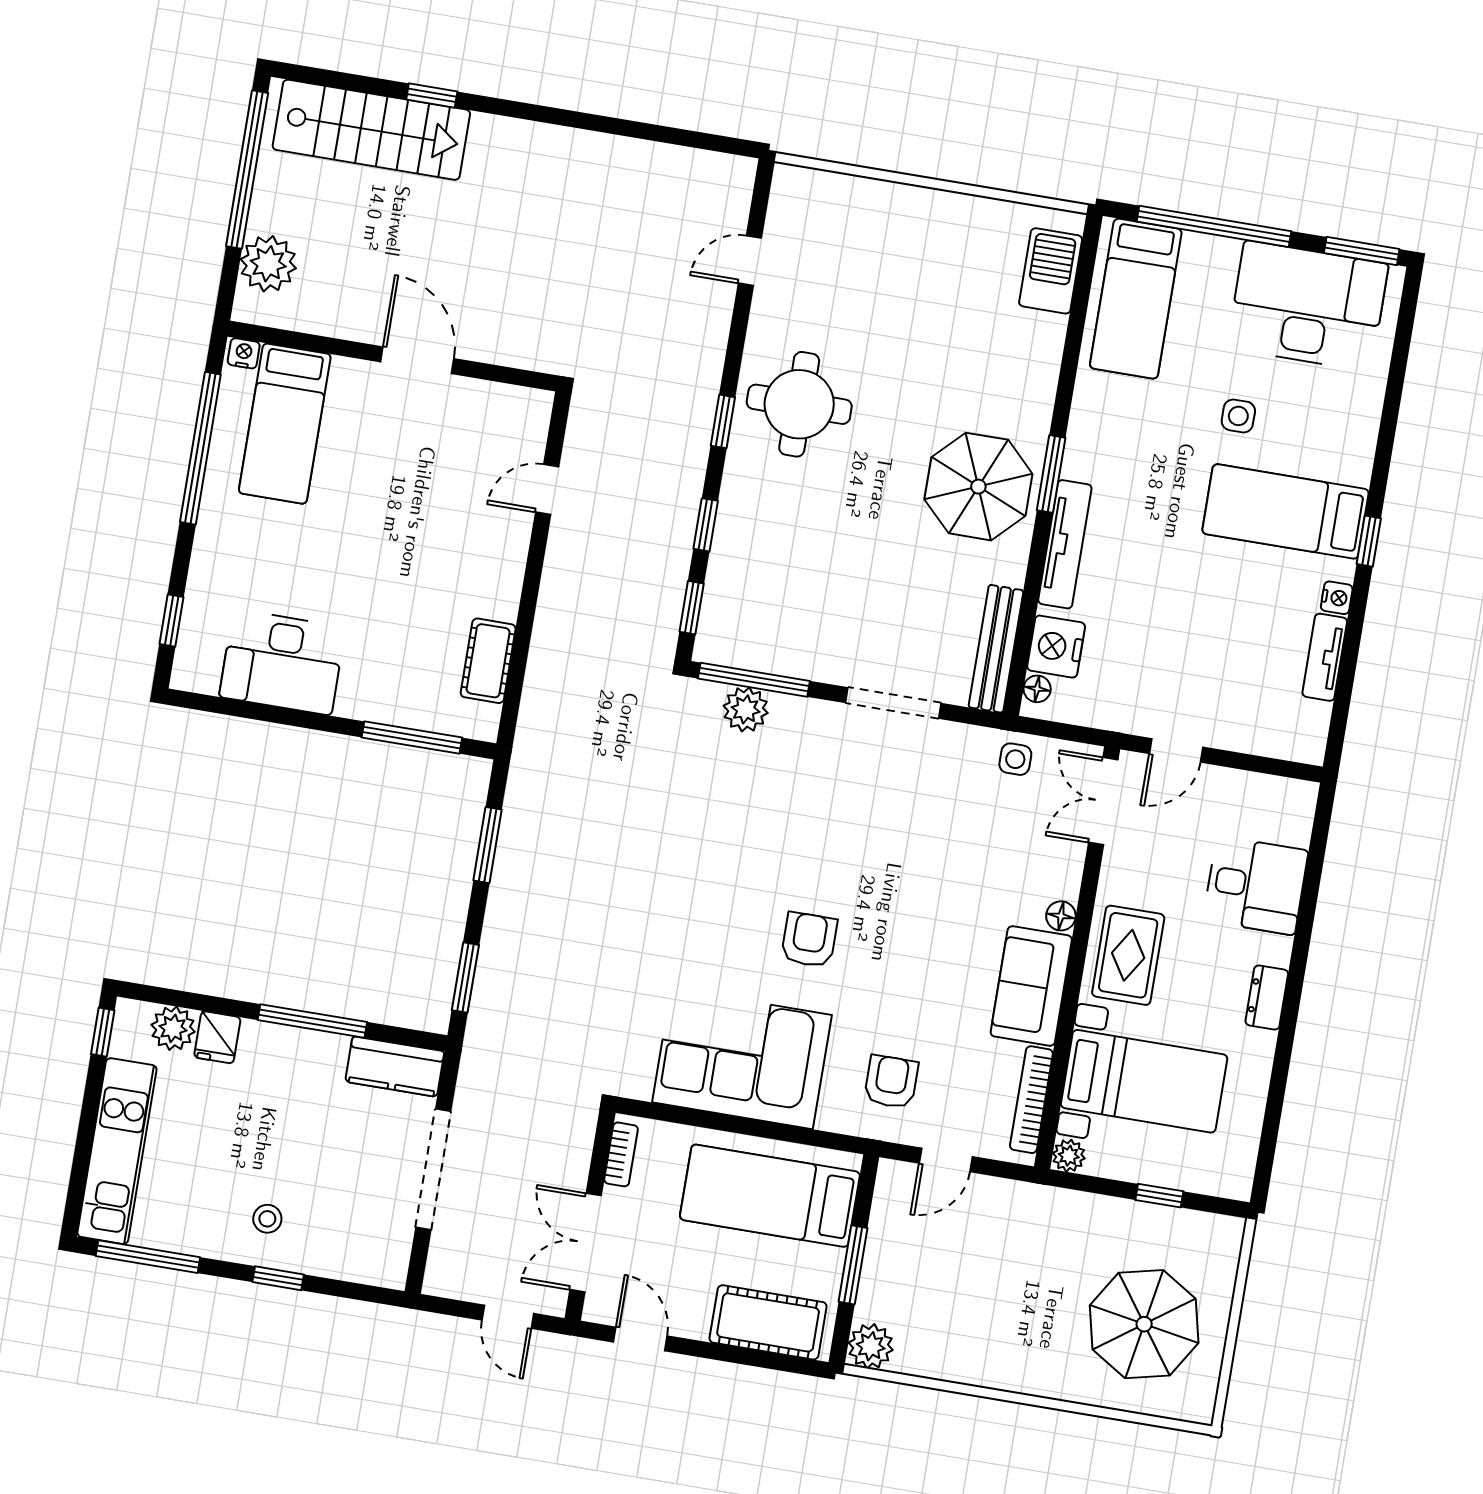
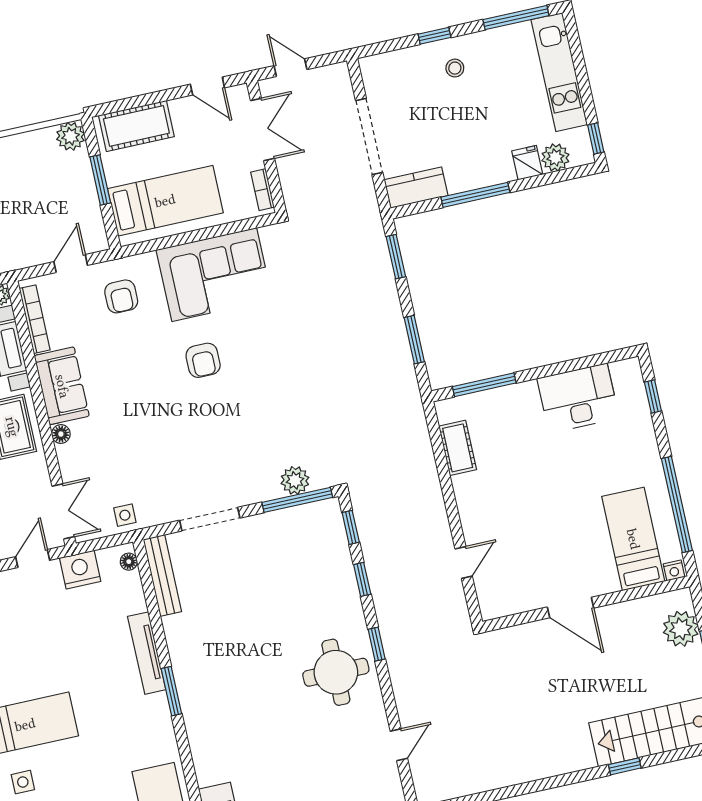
side table: (1238, 416) -> (23, 782), moved
parasol: (978, 487) -> (211, 666), removed
nightstand: (1056, 647) -> (80, 570), moved, turned -90

